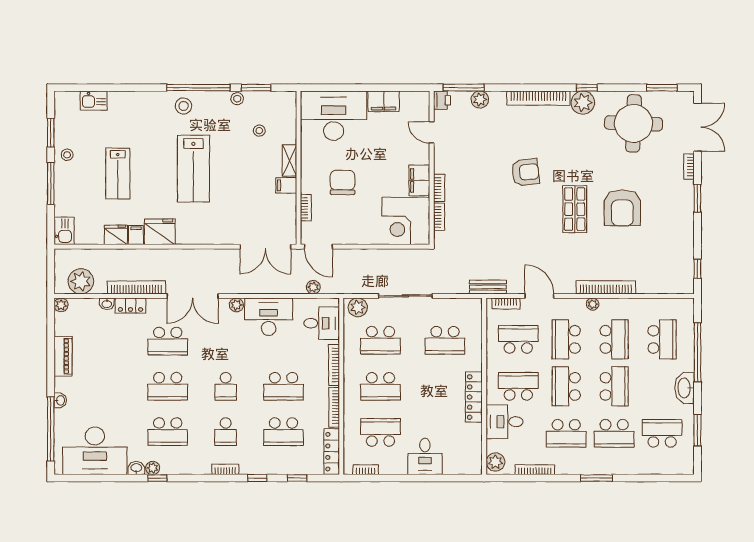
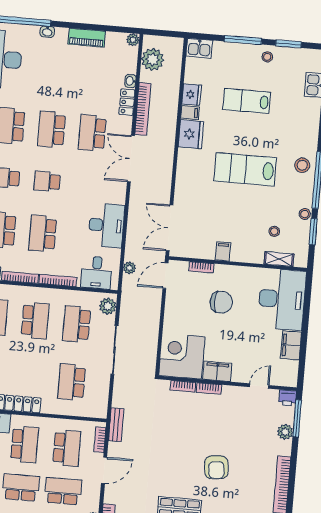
shelving: (289, 160) -> (279, 259), moved
plant: (236, 305) -> (119, 197), removed
school desk: (380, 386) -> (35, 321), turned 180

